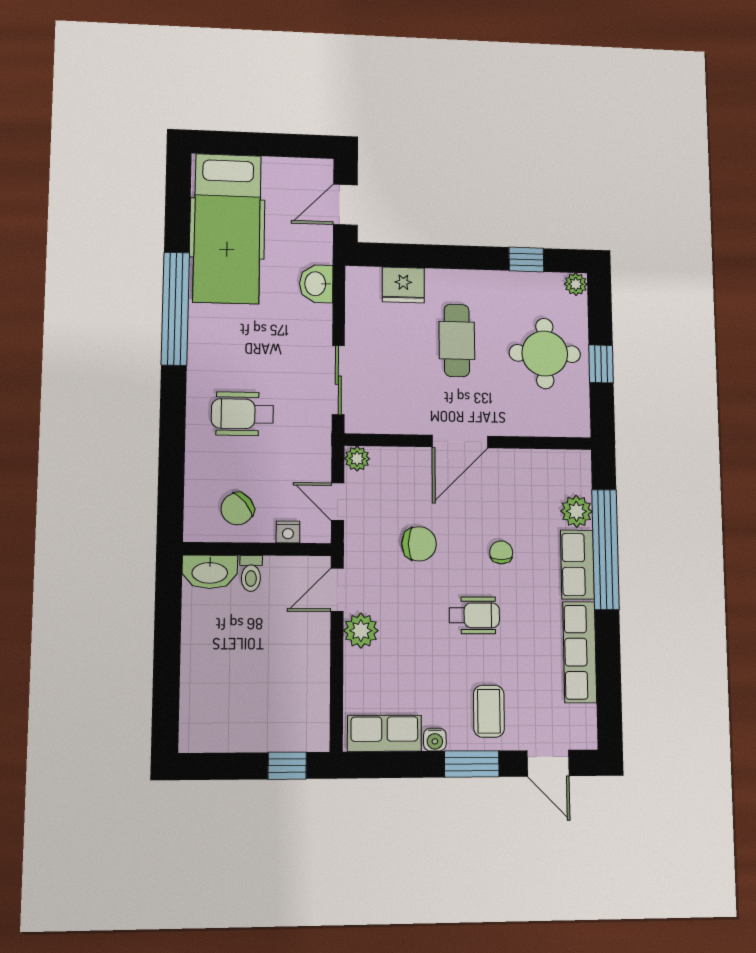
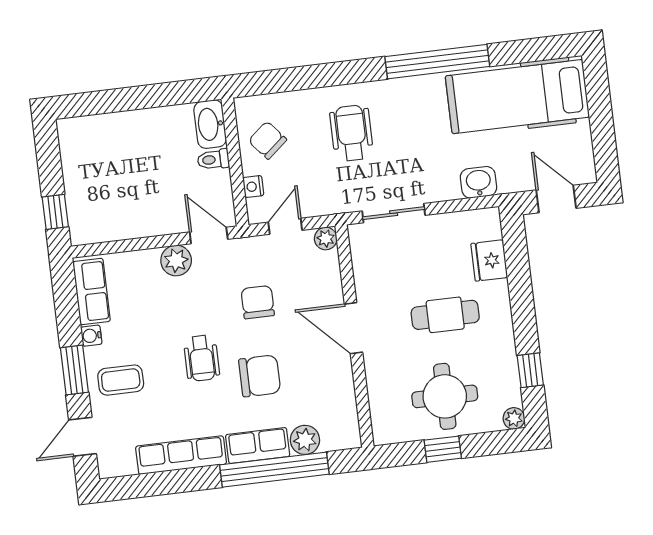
chair: (419, 544) -> (258, 302), turned 180
chair: (501, 552) -> (260, 376), width x1.87, depth x1.87

